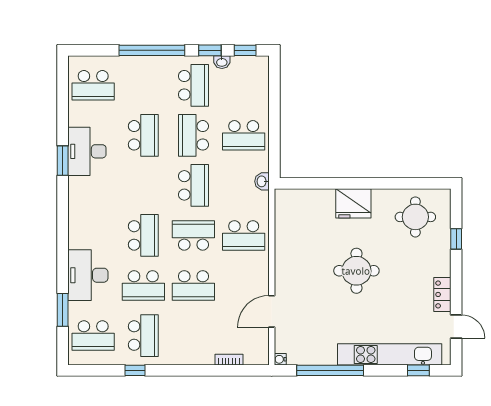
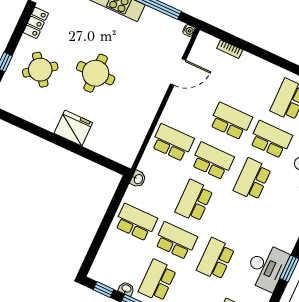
school desk: (193, 135) -> (176, 241), turned -90
round table: (415, 217) -> (40, 70), moved, turned -38
school desk: (193, 235) -> (212, 161), turned 180

